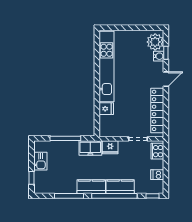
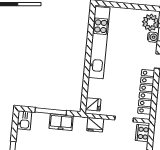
fridge: (106, 109) -> (93, 104), moved
freezer: (90, 148) -> (61, 122), moved
kitchen sink: (40, 161) -> (24, 120), moved

